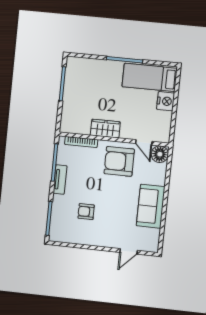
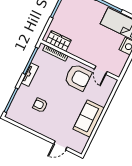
wardrobe: (105, 129) -> (59, 41), moved
floor lamp: (160, 154) -> (109, 83), removed
armchair: (119, 161) -> (78, 77), turned 180

